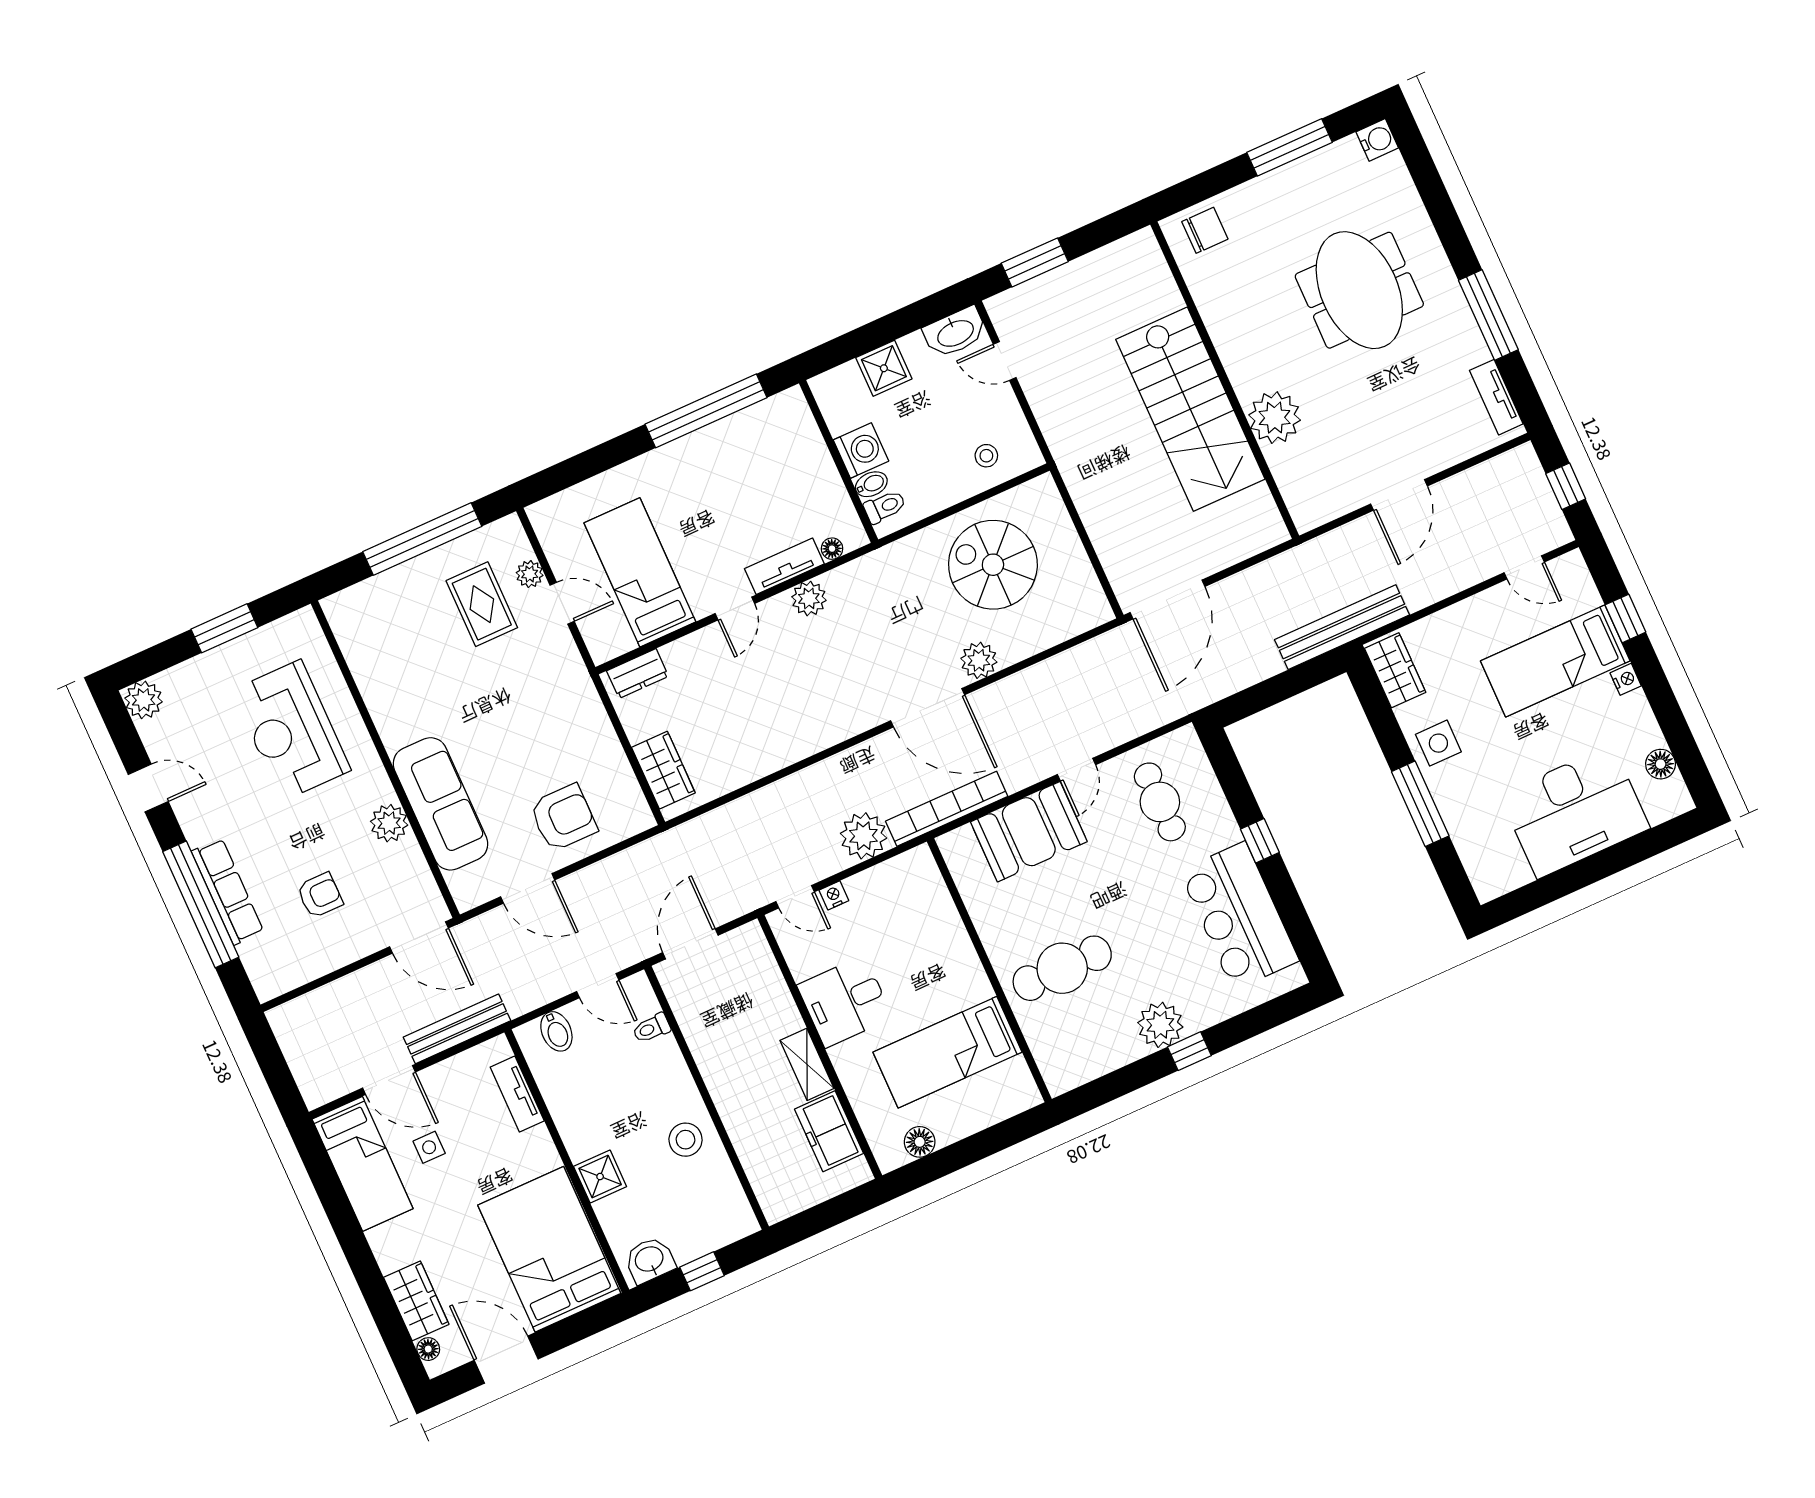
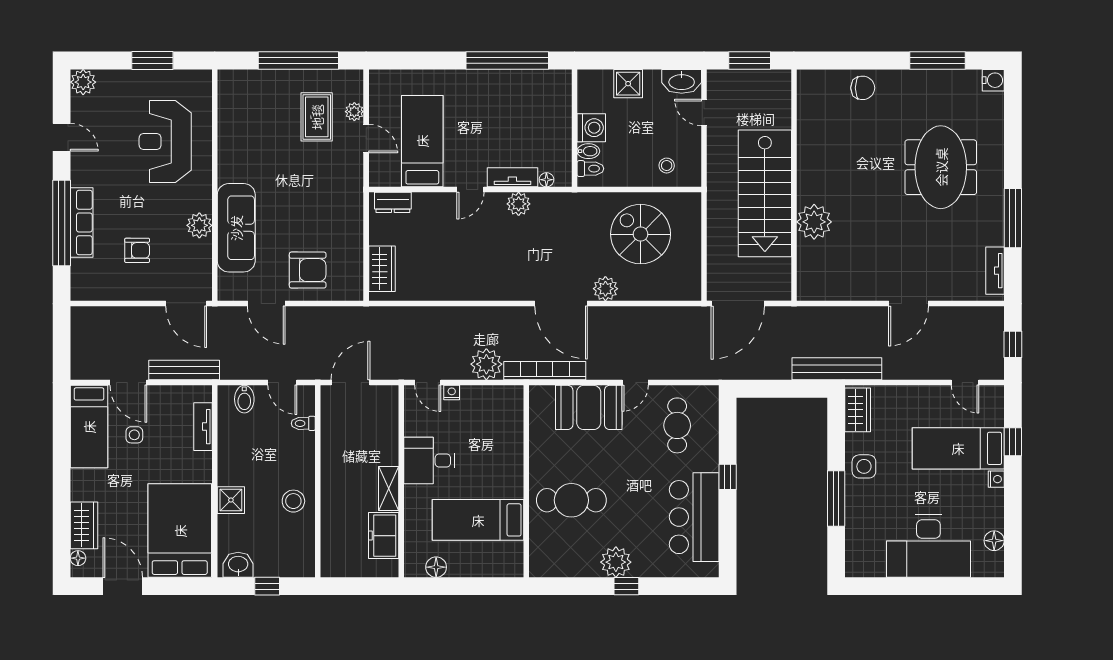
wall: (1225, 380) -> (794, 185), moved
stairs: (1190, 409) -> (765, 193), moved
plant: (1275, 418) -> (814, 222), moved

